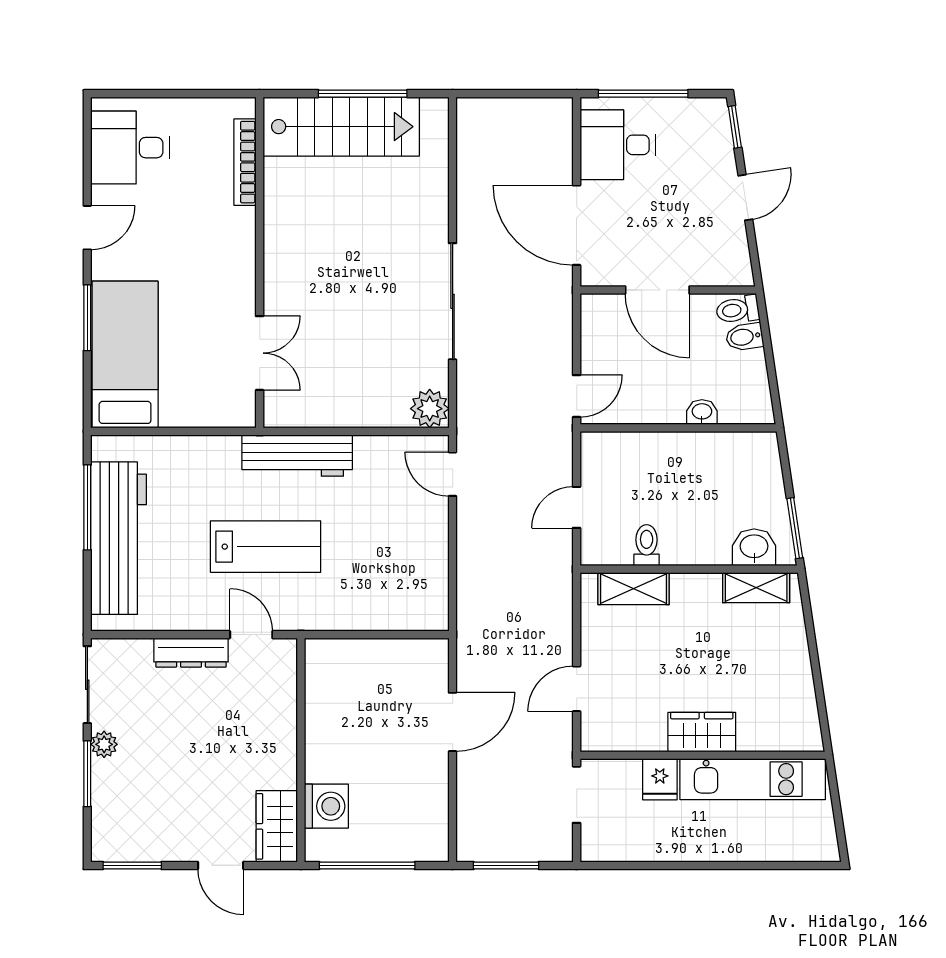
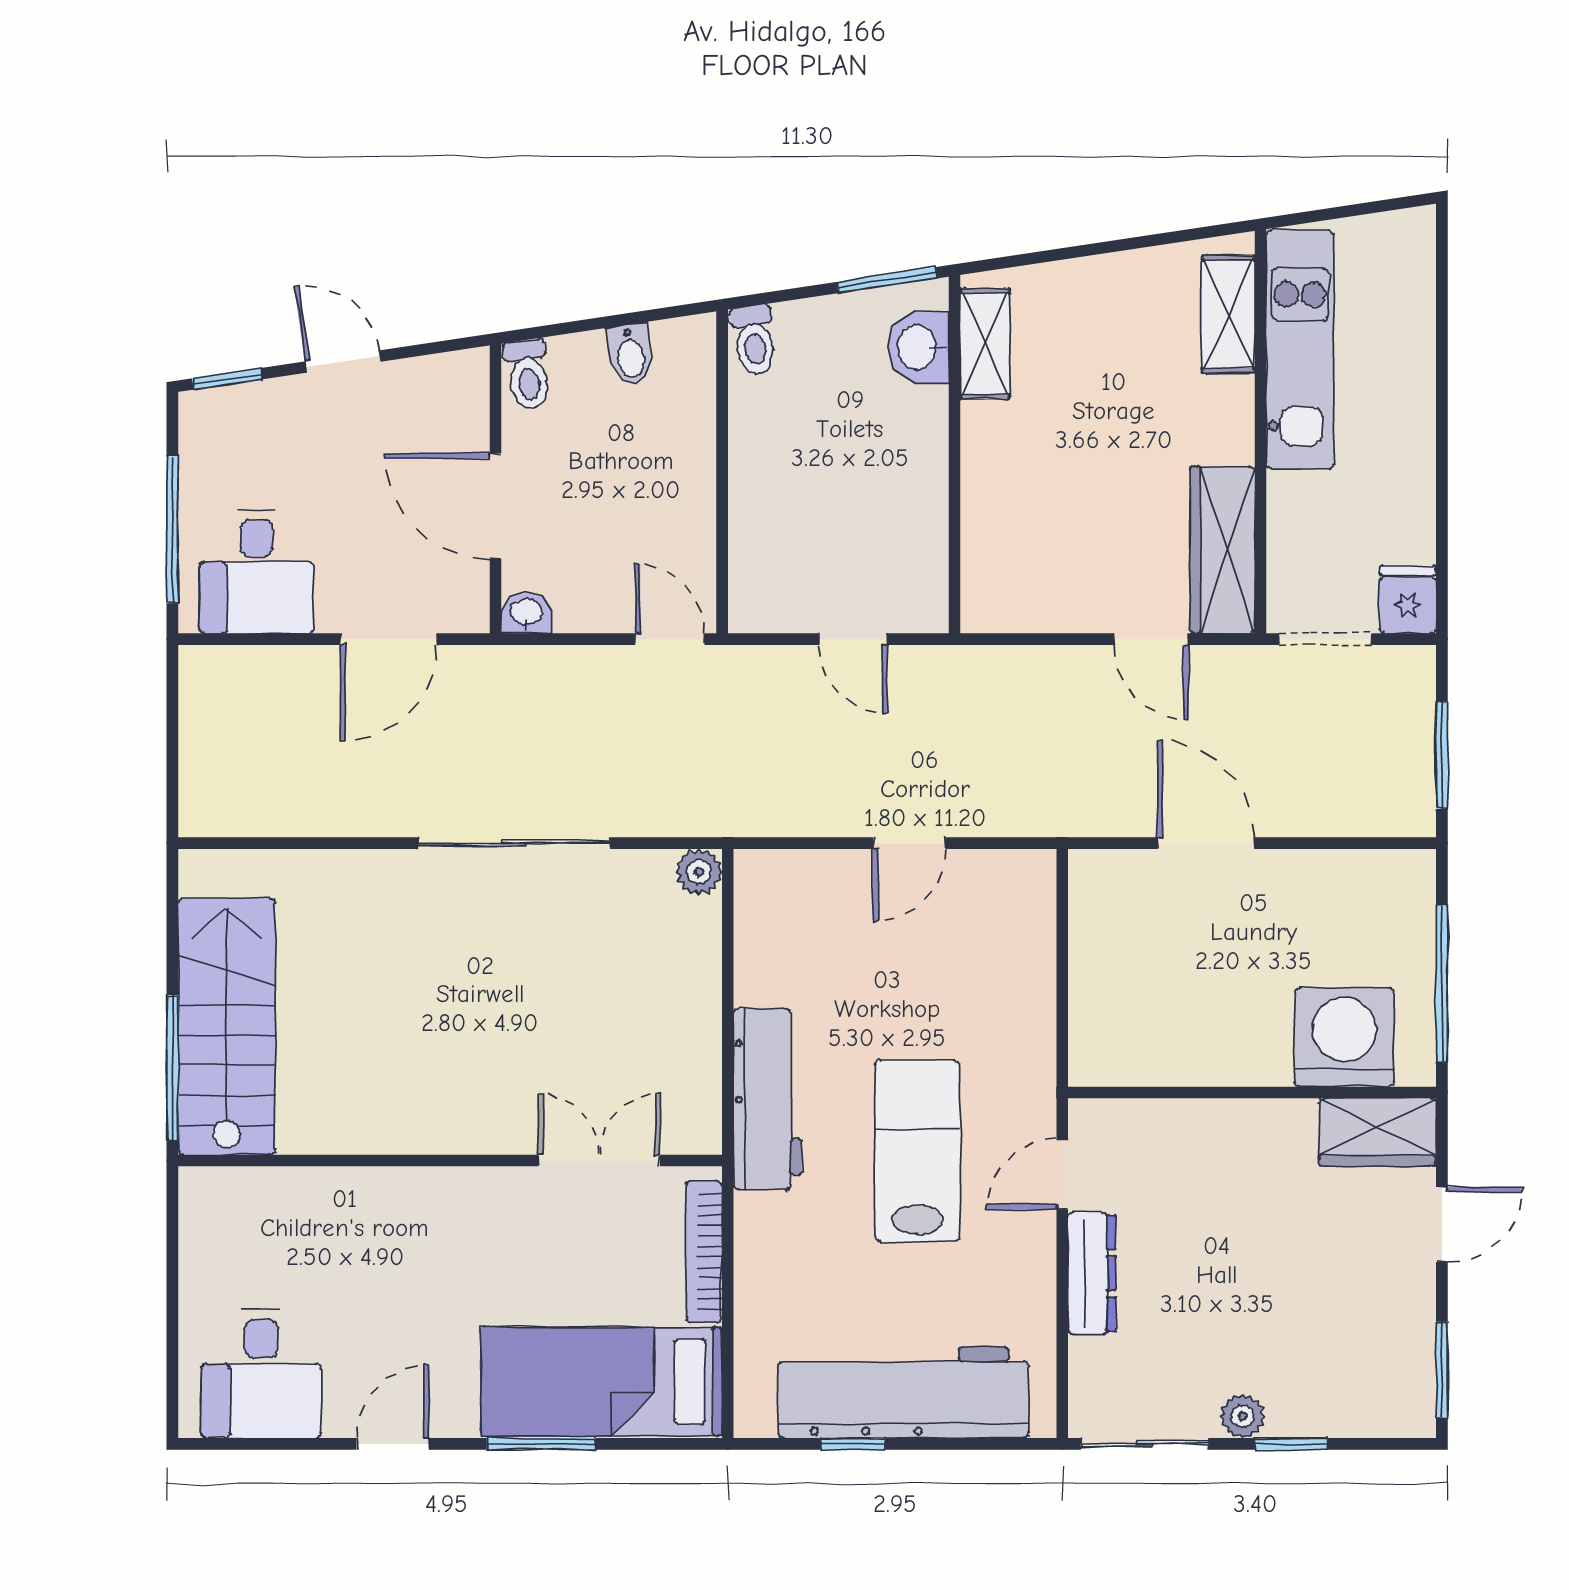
window: (363, 94) -> (172, 1068), moved
bookcase: (245, 162) -> (704, 1252), moved, turned 90
door: (577, 225) -> (389, 639), width x0.73
door: (87, 228) -> (393, 1444), hinge flipped
door: (657, 290) -> (495, 506), swing flipped
bidet: (744, 337) -> (631, 354), moved
plant: (430, 409) -> (699, 872), width x0.73, depth x0.73
washbasin: (702, 412) -> (526, 613), moved, turned 90
door: (453, 474) -> (909, 843), moved
window: (87, 507) -> (853, 1444), width x0.46
toilet: (647, 545) -> (754, 340), moved, turned -99
shelving: (634, 589) -> (1228, 314), moved
wardrobe: (702, 732) -> (1223, 550), moved, width x1.50
window: (87, 774) -> (1291, 1444), width x0.67
fridge: (660, 779) -> (1408, 600), moved, turned -90
washing machine: (326, 806) -> (1344, 1037), width x1.37, depth x1.37

